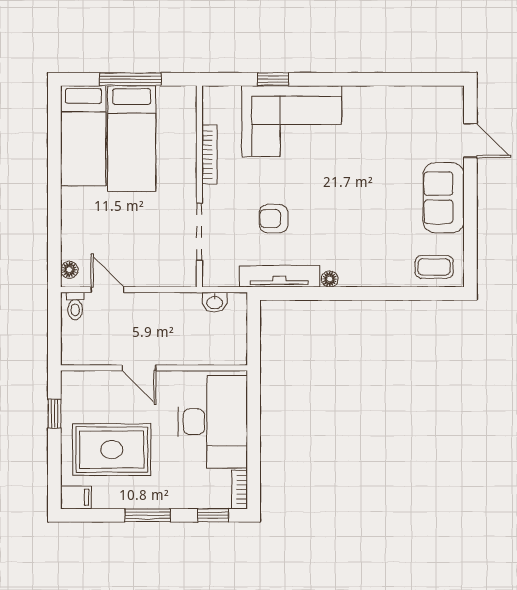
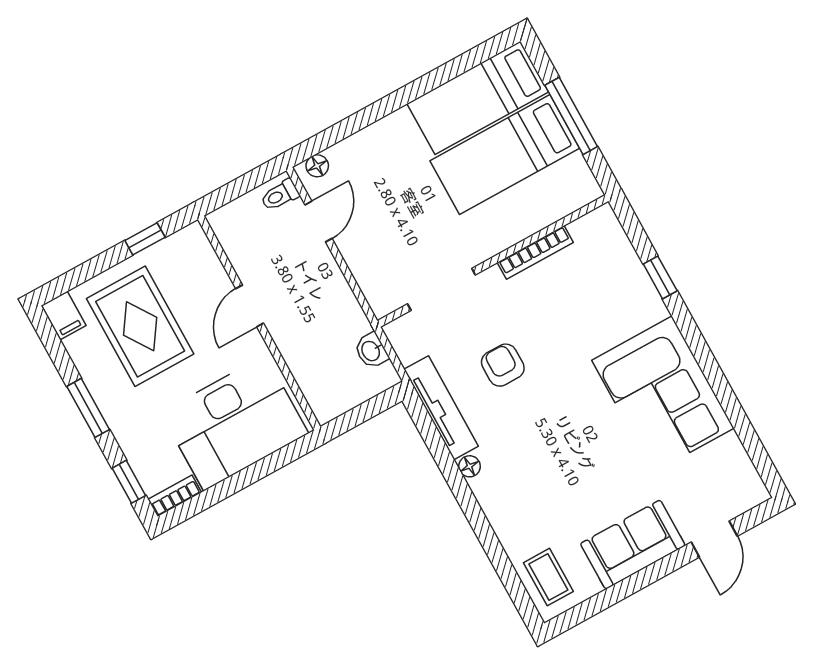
corner sofa: (292, 121) -> (663, 394), moved

